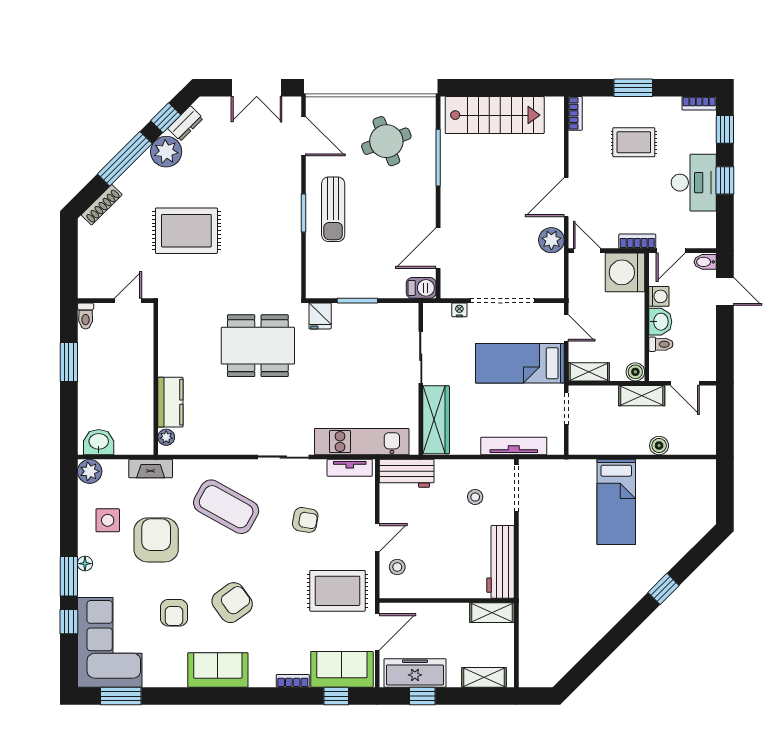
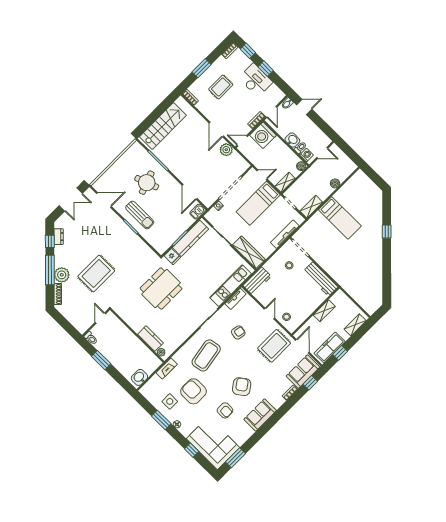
round table: (386, 141) -> (147, 183), moved
plant: (166, 152) -> (62, 275), moved
washing machine: (659, 296) -> (306, 155), moved
kitchen counter: (372, 316) -> (191, 238), added
shelving: (642, 396) -> (311, 207), moved
plant: (90, 471) -> (146, 391), removed
coffee table: (226, 507) -> (206, 355), turned -39
window: (69, 576) -> (161, 420), moved
shelving: (492, 613) -> (324, 311), moved

